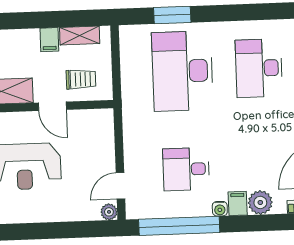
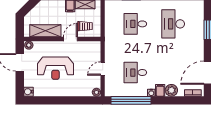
desk: (182, 71) -> (135, 24), width x0.53, depth x0.77
door: (52, 106) -> (70, 39), swing flipped
door: (120, 186) -> (103, 69), moved

